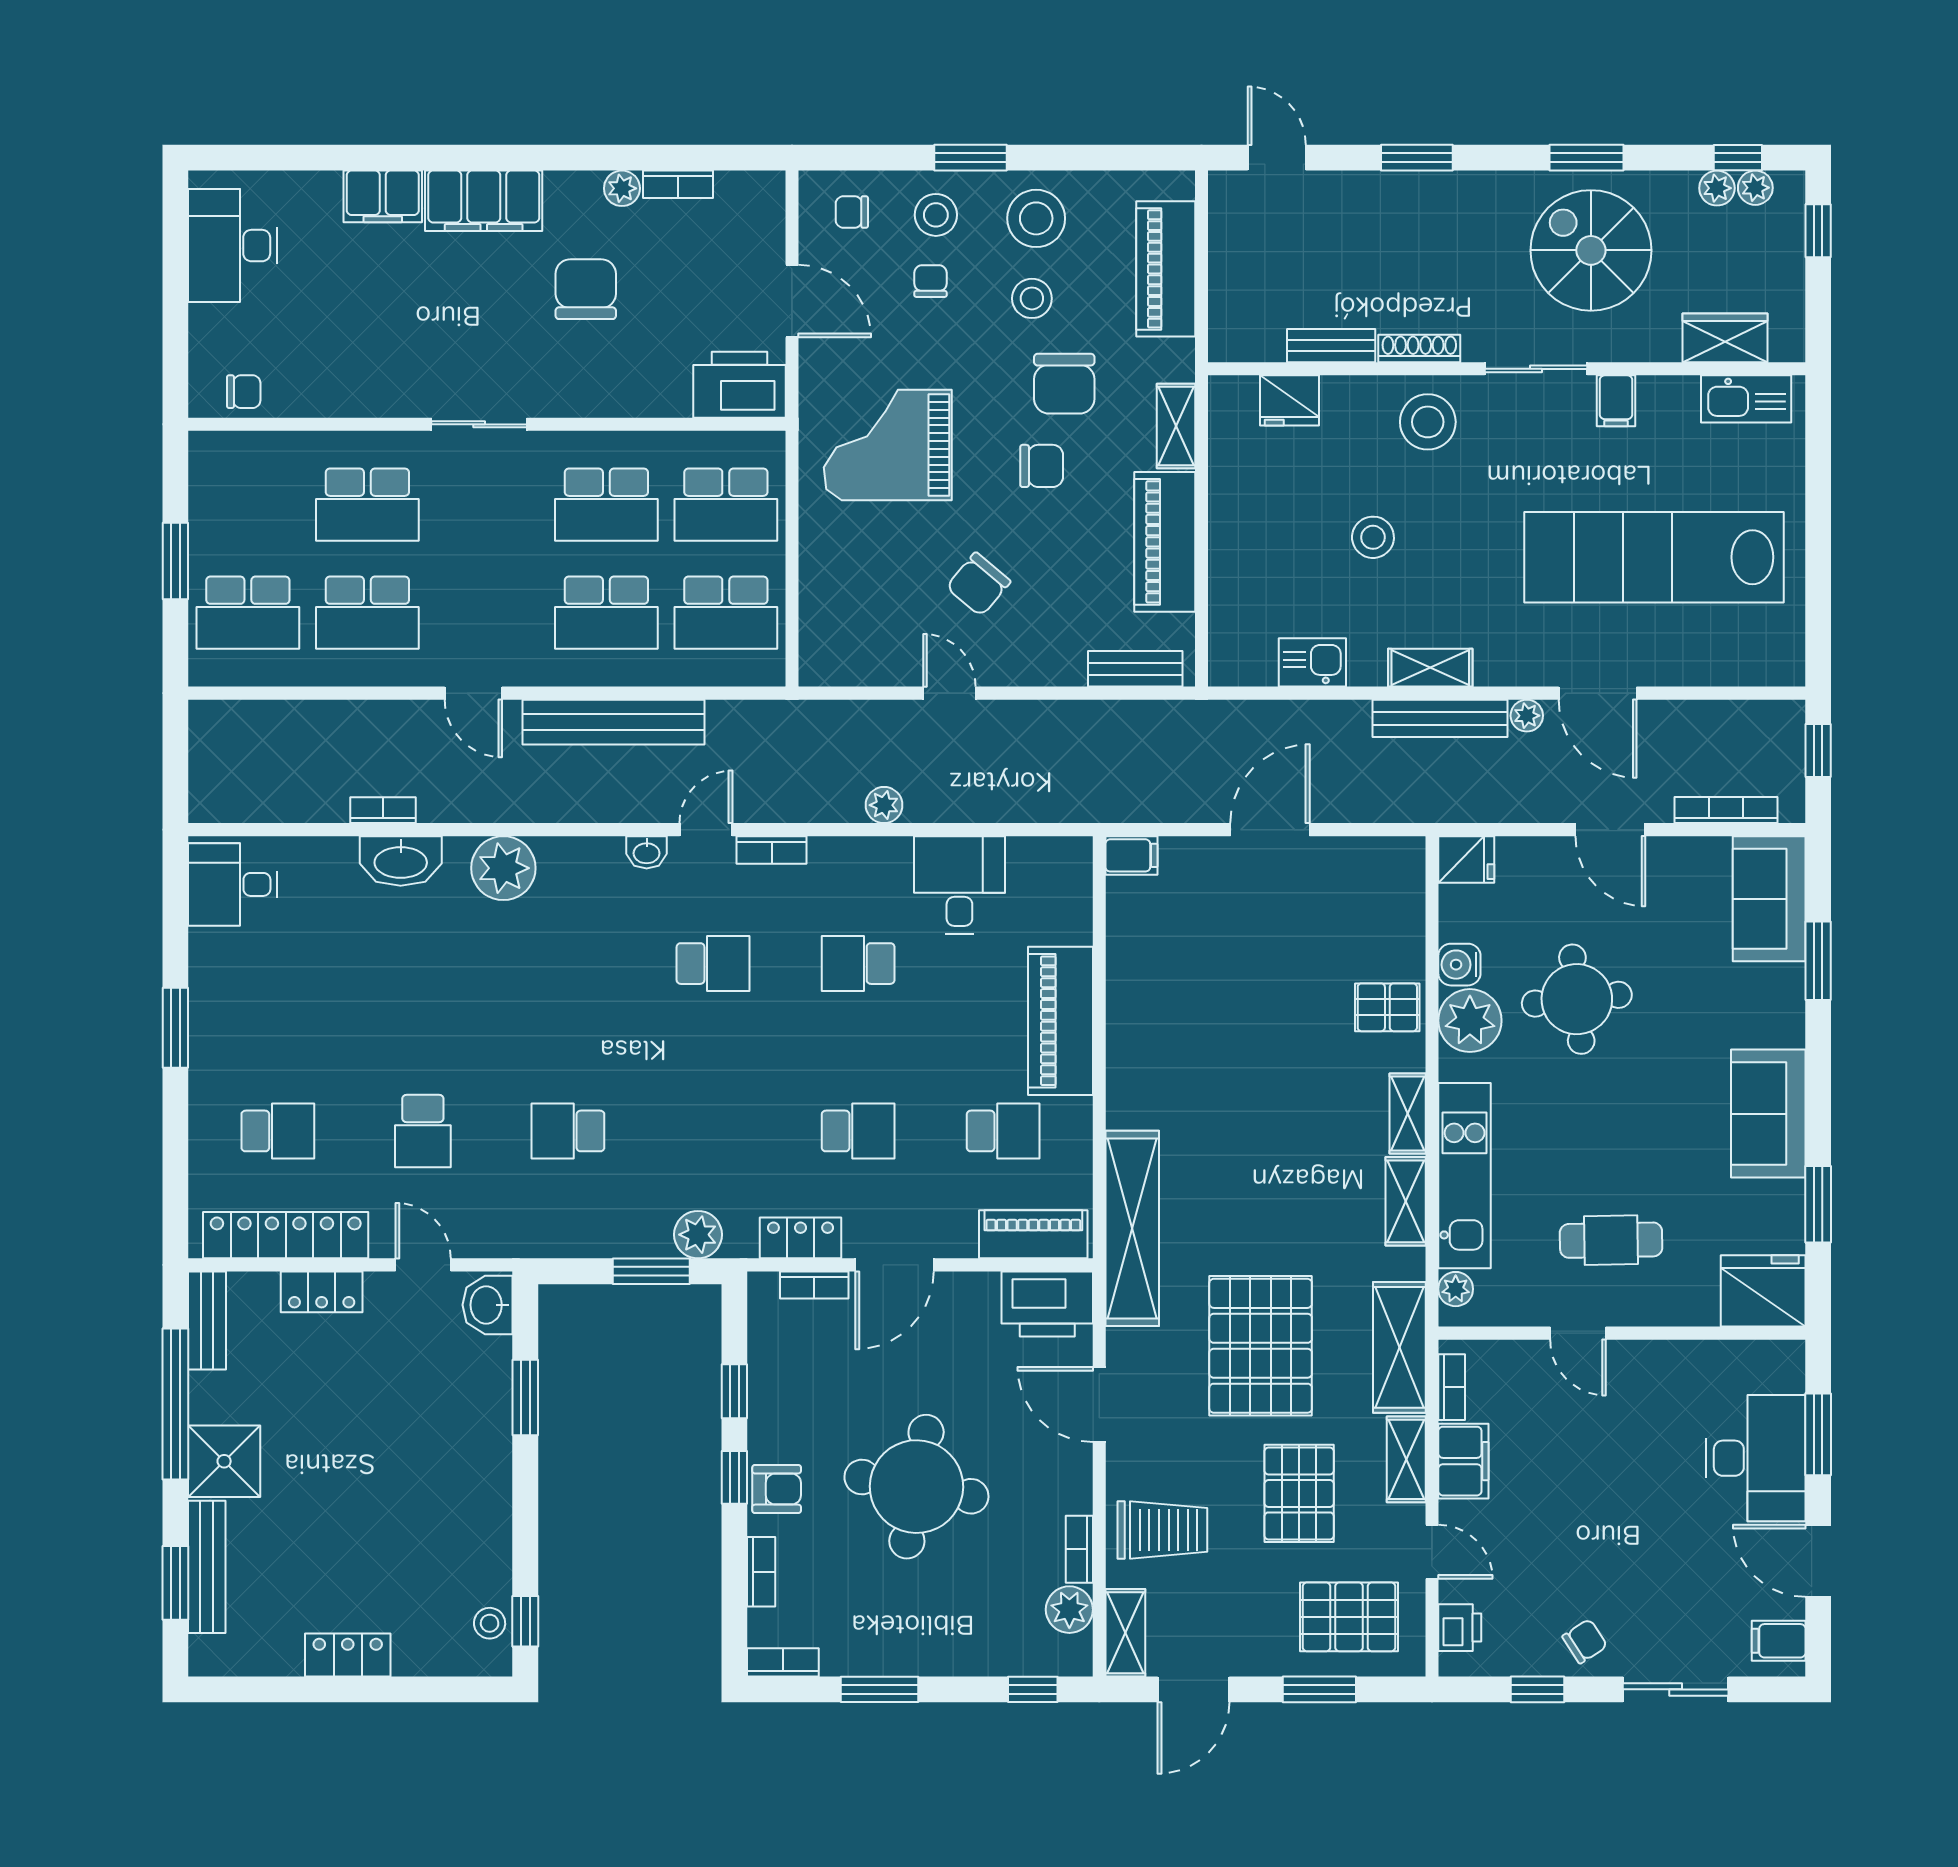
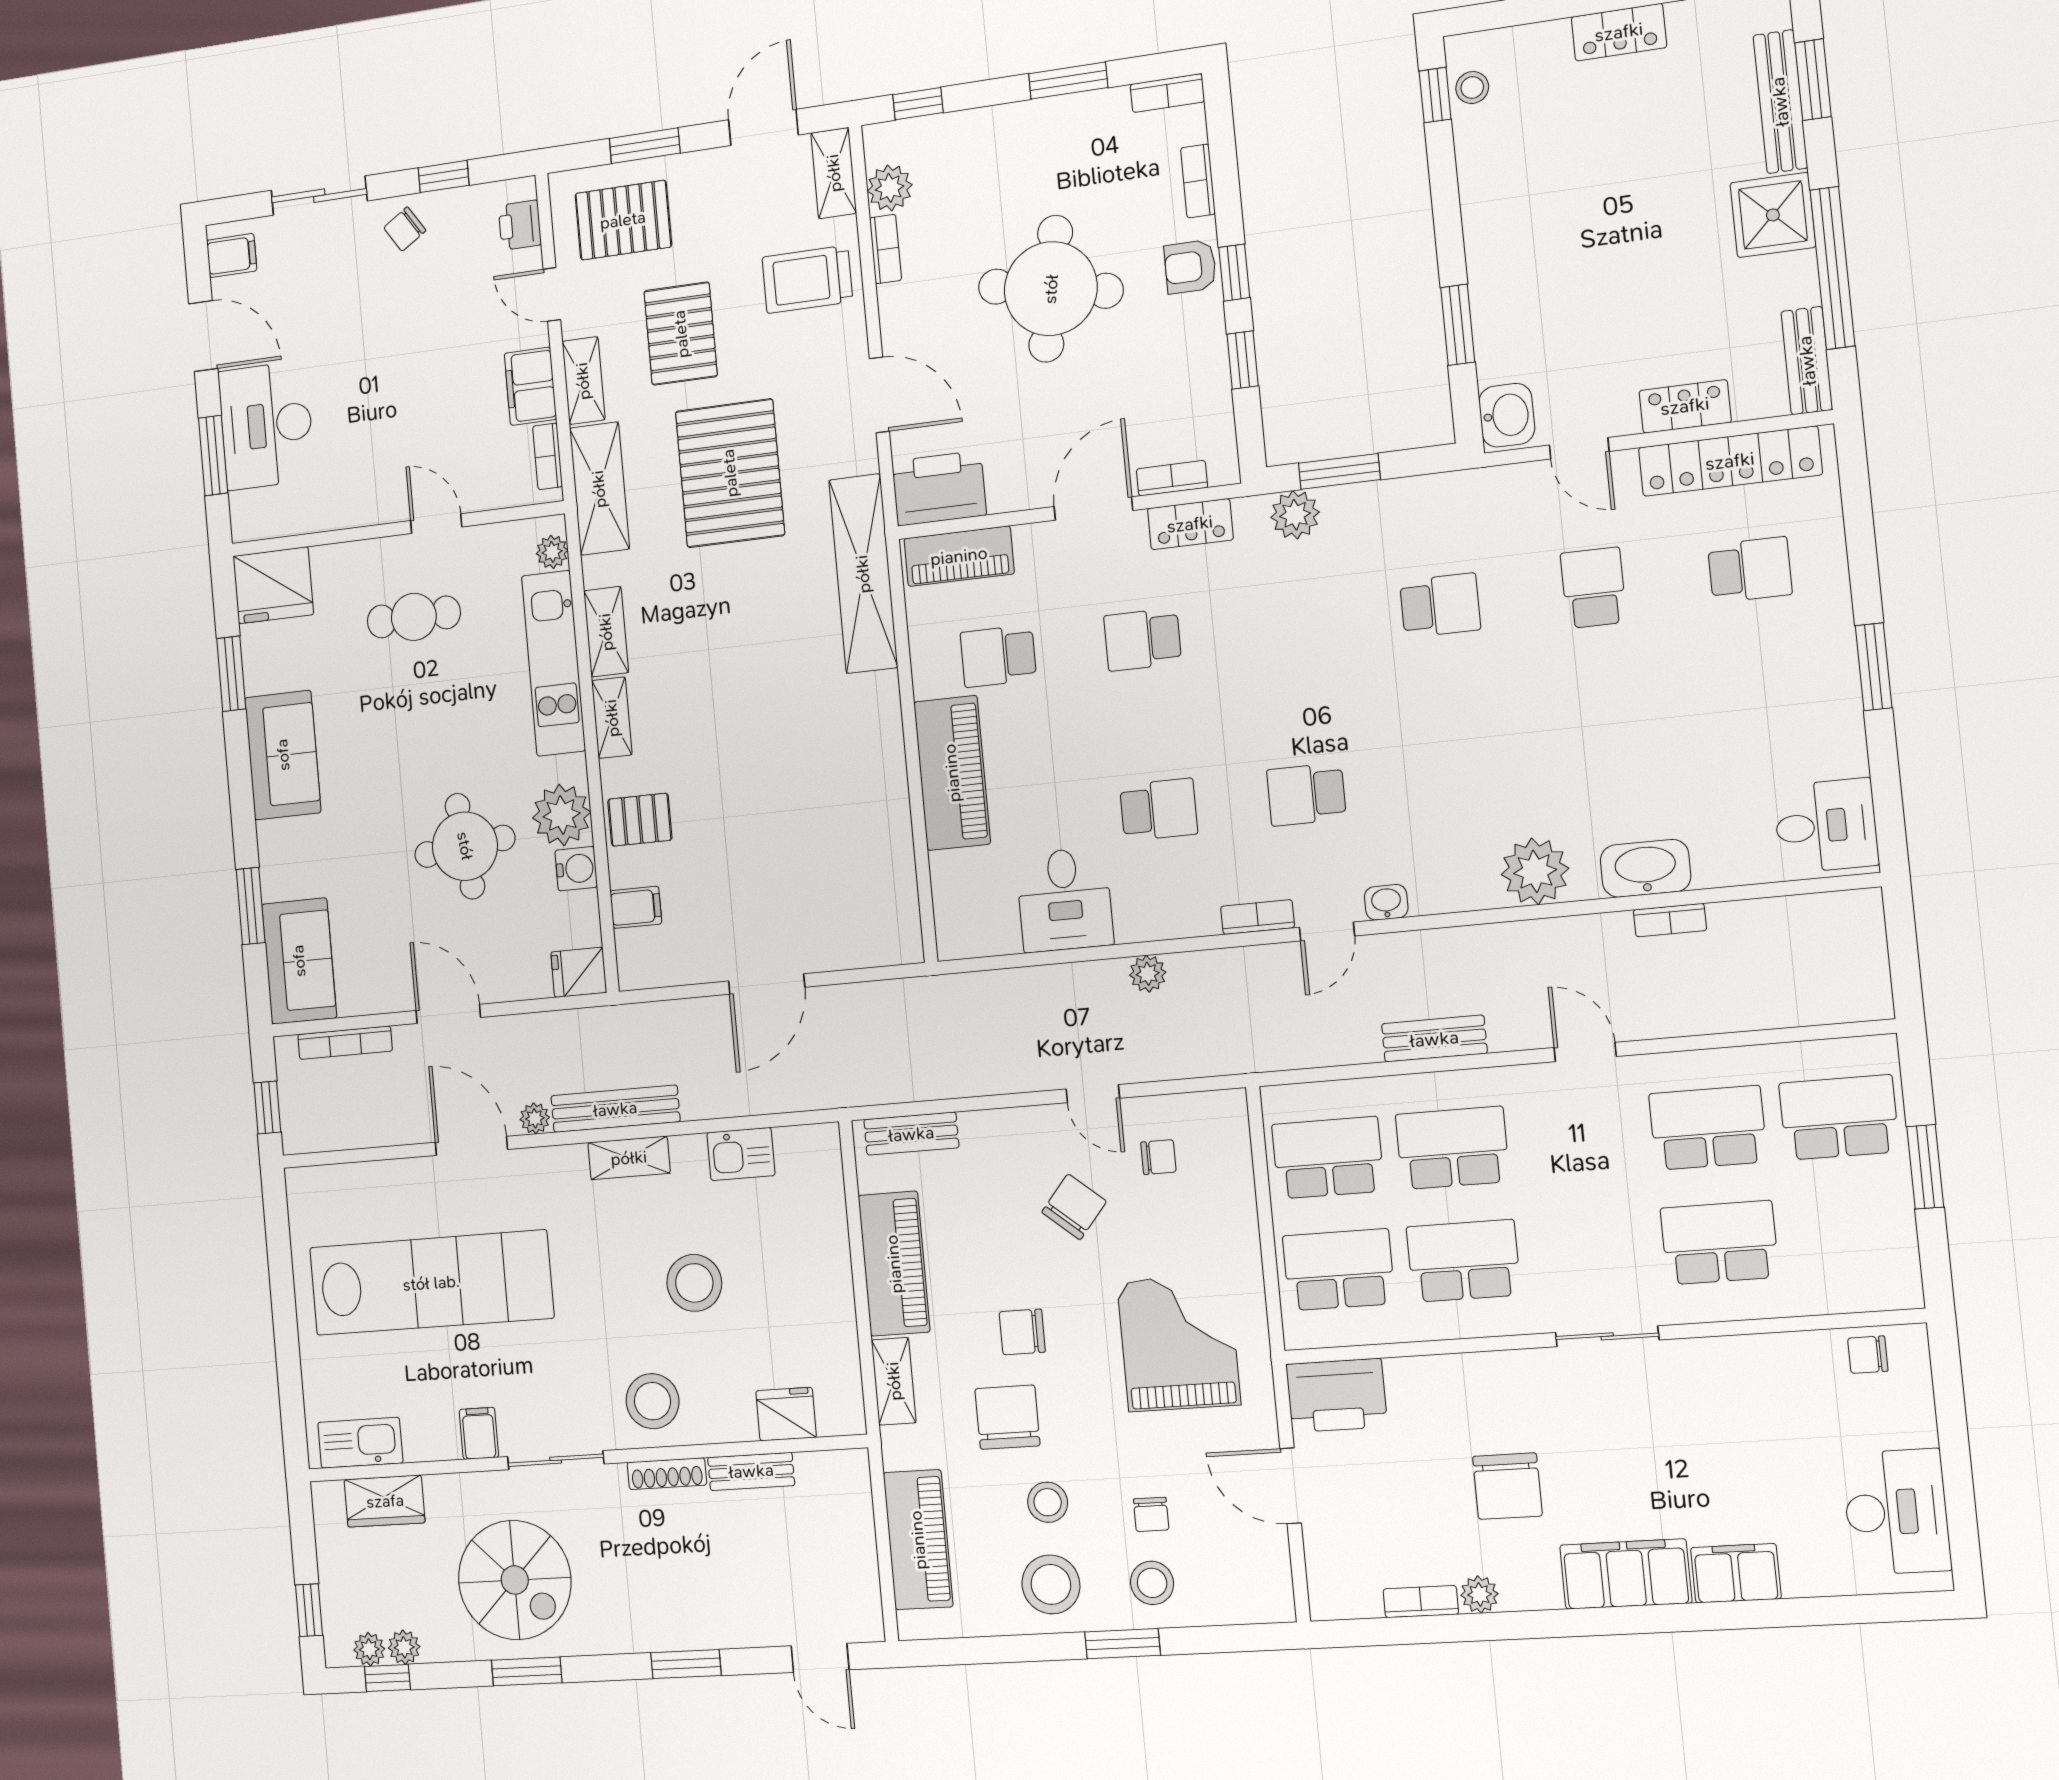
chair: (852, 212) -> (1158, 1157), moved
grand piano: (888, 445) -> (1179, 1343), turned -90
stool: (1373, 537) -> (694, 1283), width x1.38, depth x1.38
bench: (613, 722) -> (1434, 1039), width x0.54, depth x0.82
filing cabinet: (1131, 855) -> (636, 907), moved, turned 180
school desk: (278, 1131) -> (1750, 570), turned 180

